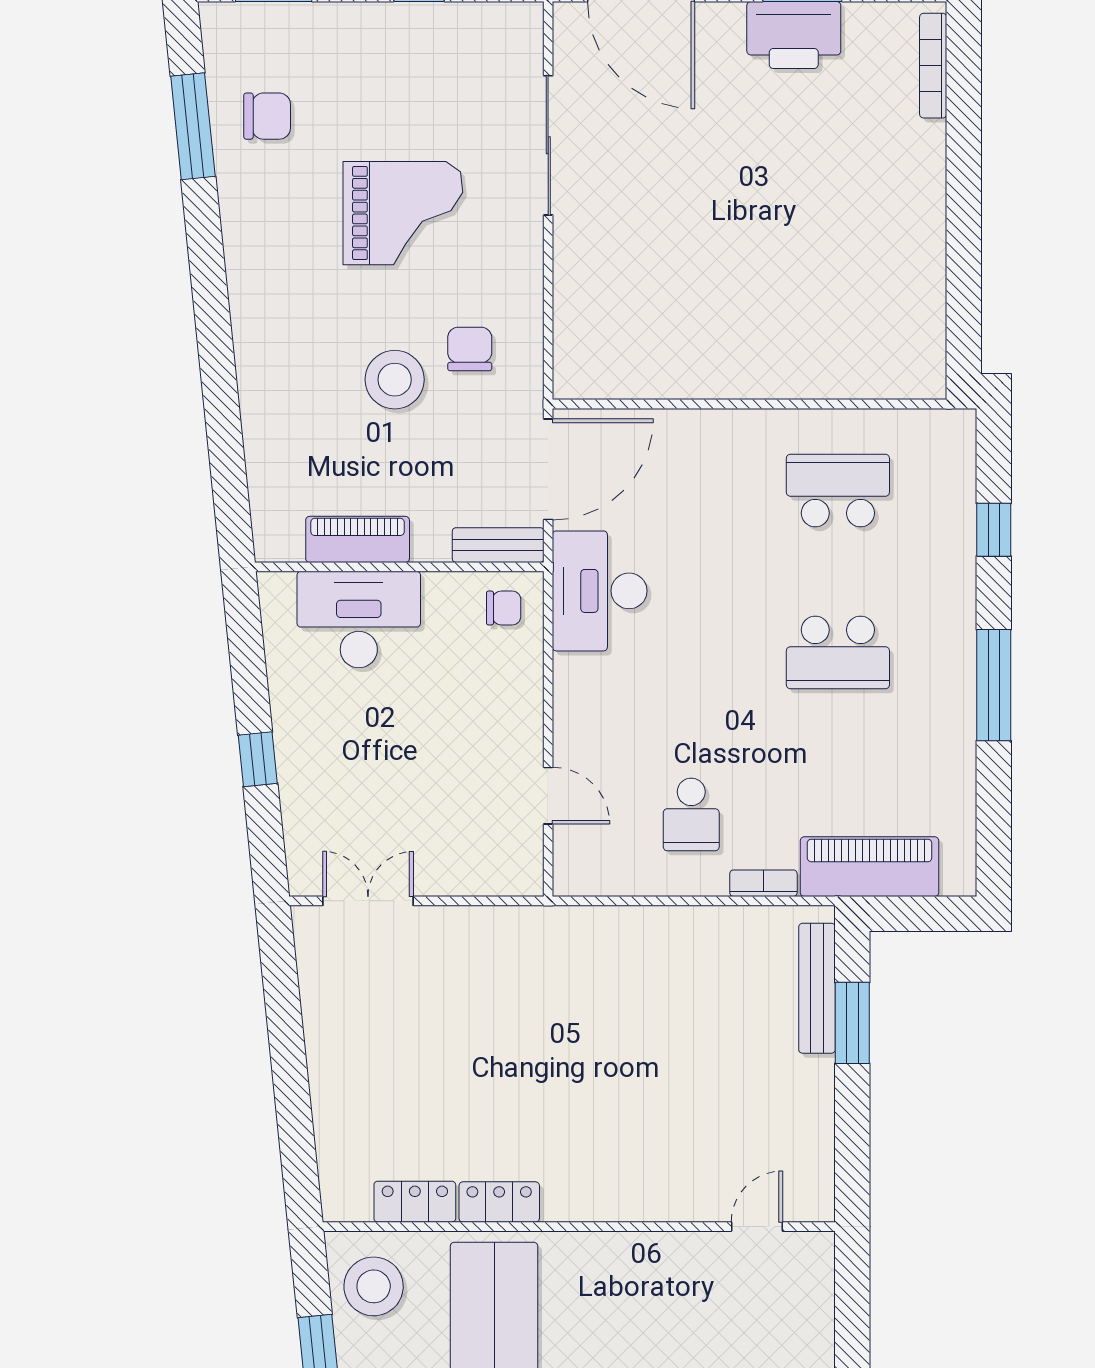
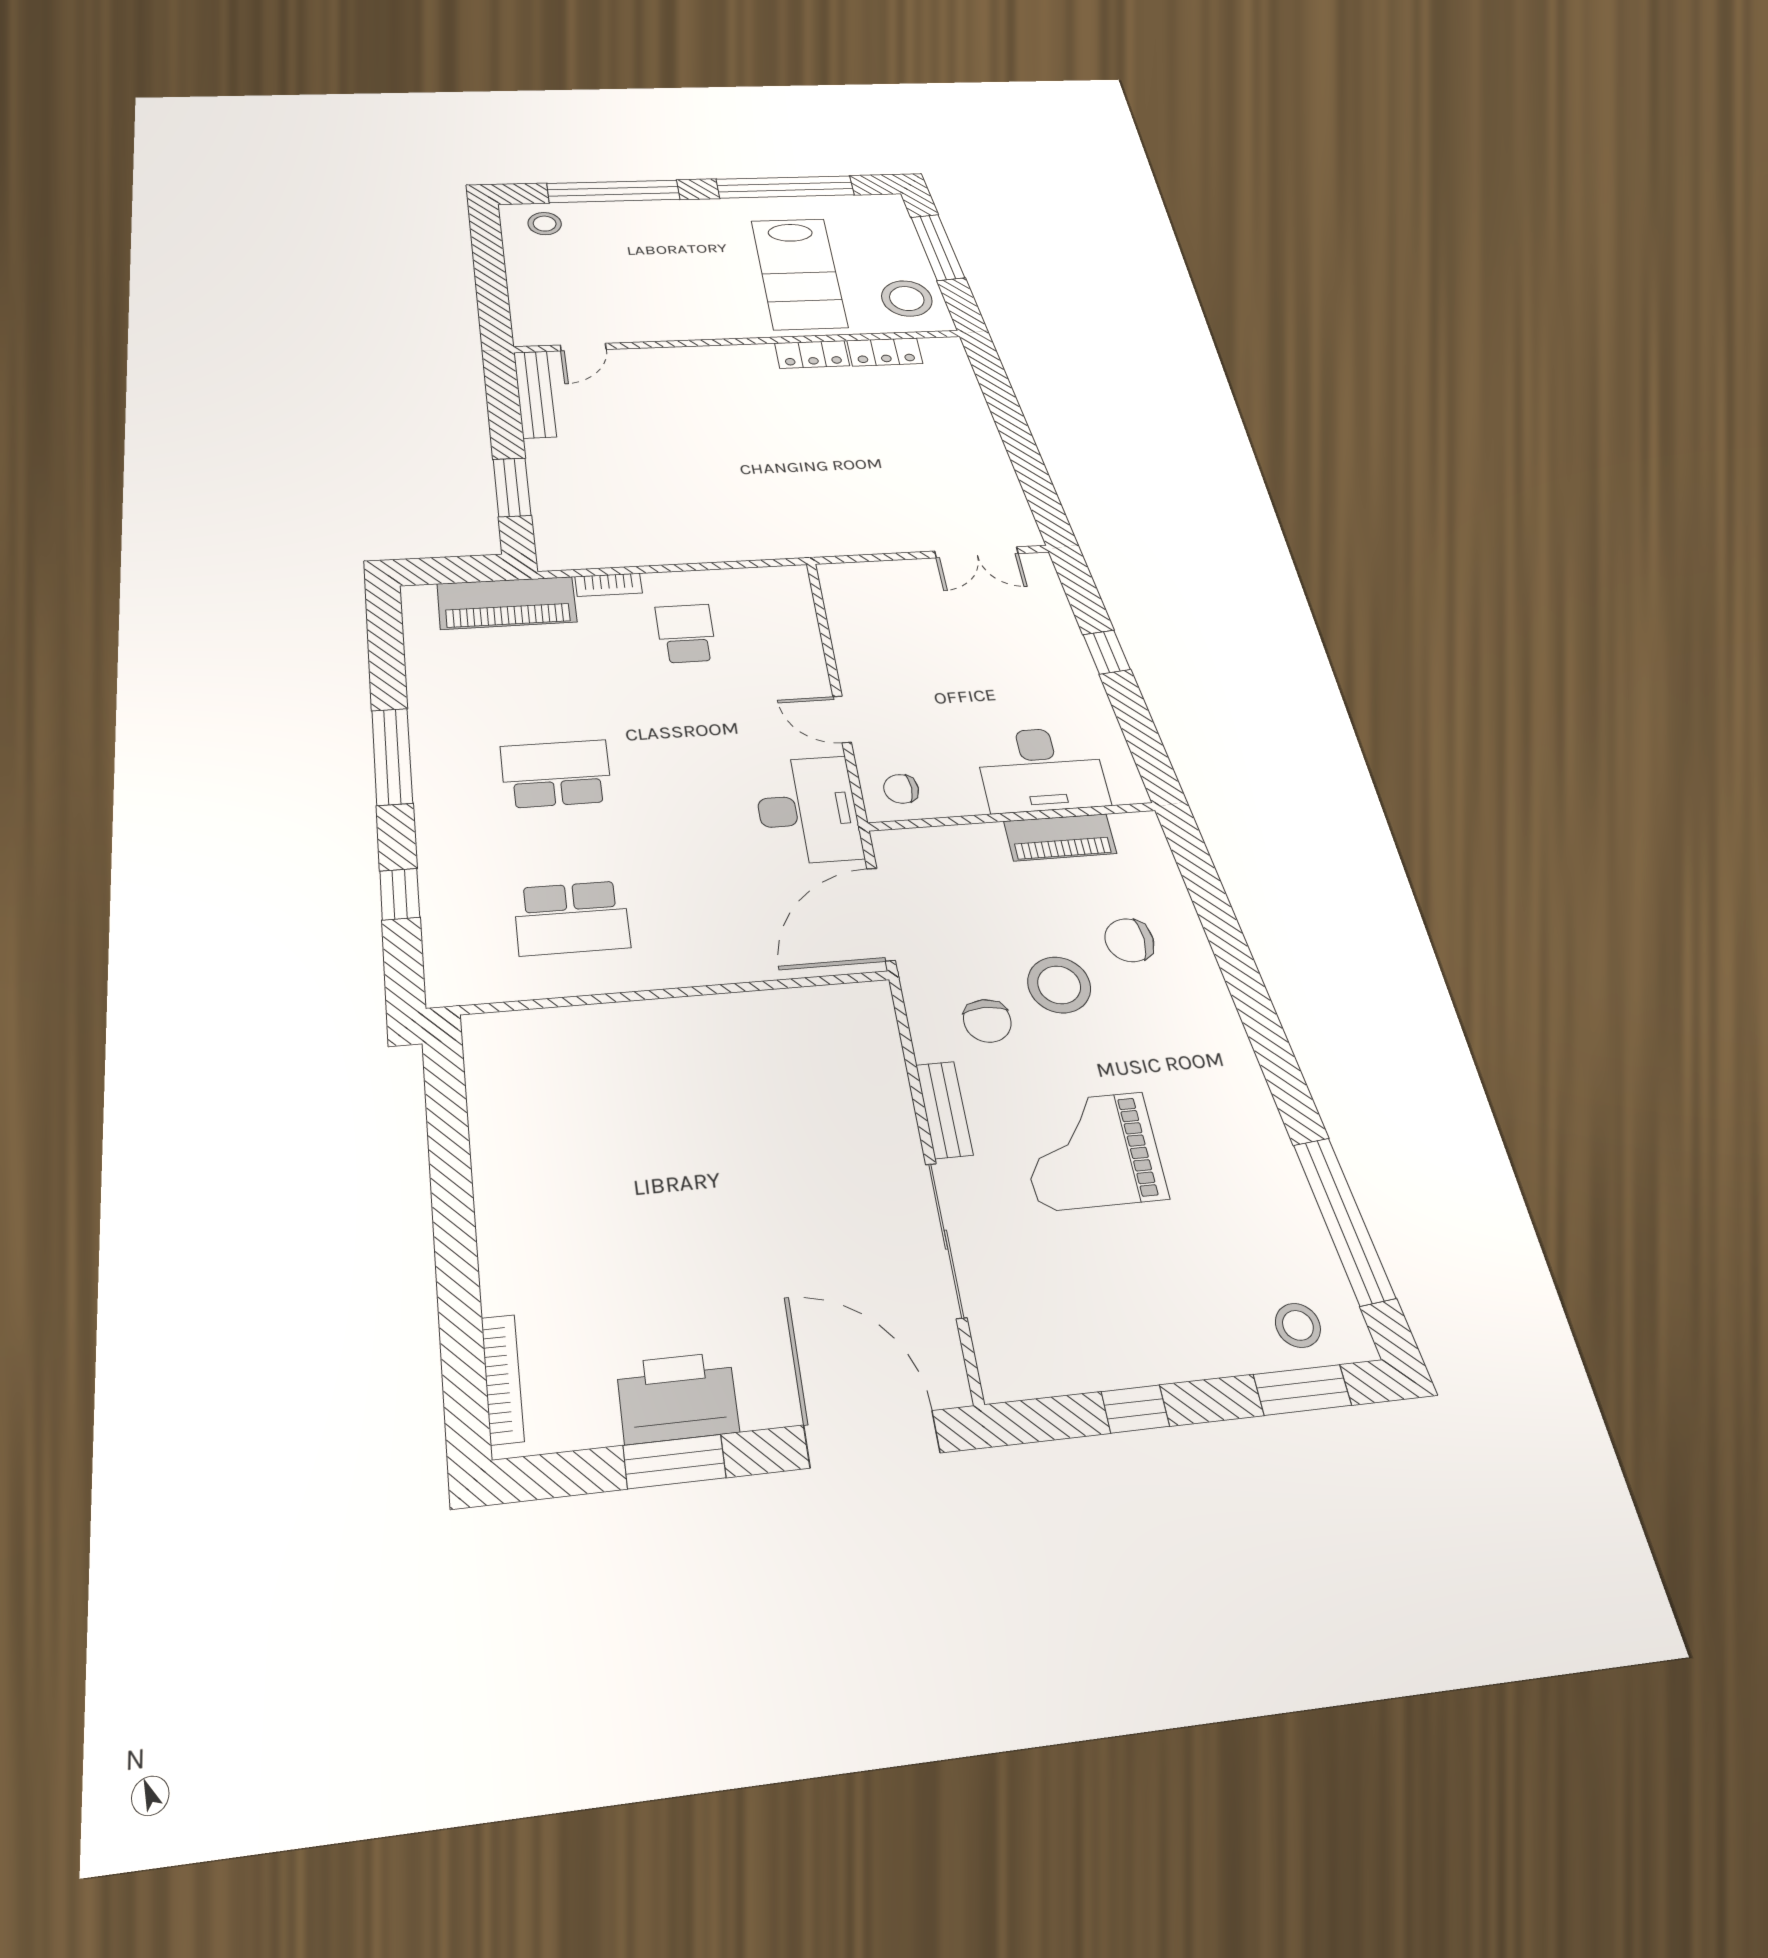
stool: (261, 38) -> (1298, 1325), added
chair: (267, 116) -> (1129, 940), moved
window: (193, 126) -> (1344, 1220), width x1.46
bench: (498, 545) -> (944, 1110), moved, turned 90
door: (548, 796) -> (842, 719), moved
bench: (817, 988) -> (535, 394), moved

